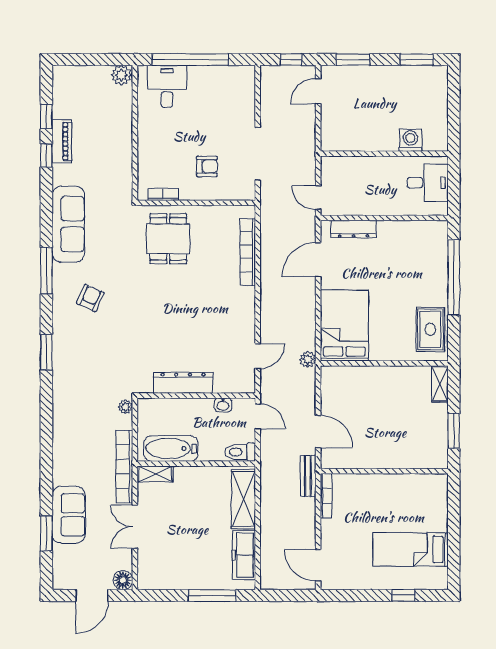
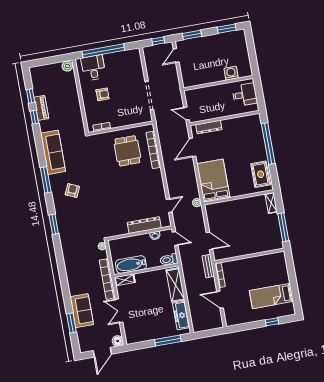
armchair: (207, 166) -> (103, 94), moved
dining table: (168, 239) -> (127, 151), moved
dresser: (183, 383) -> (144, 225), moved
window: (454, 431) -> (283, 227), width x1.44
door: (318, 565) -> (220, 300), moved

